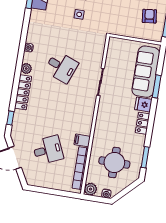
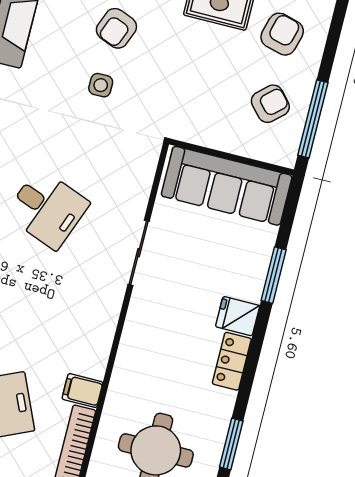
armchair: (149, 16) -> (270, 104), turned 55
sofa: (146, 72) -> (227, 186), moved, turned -90

